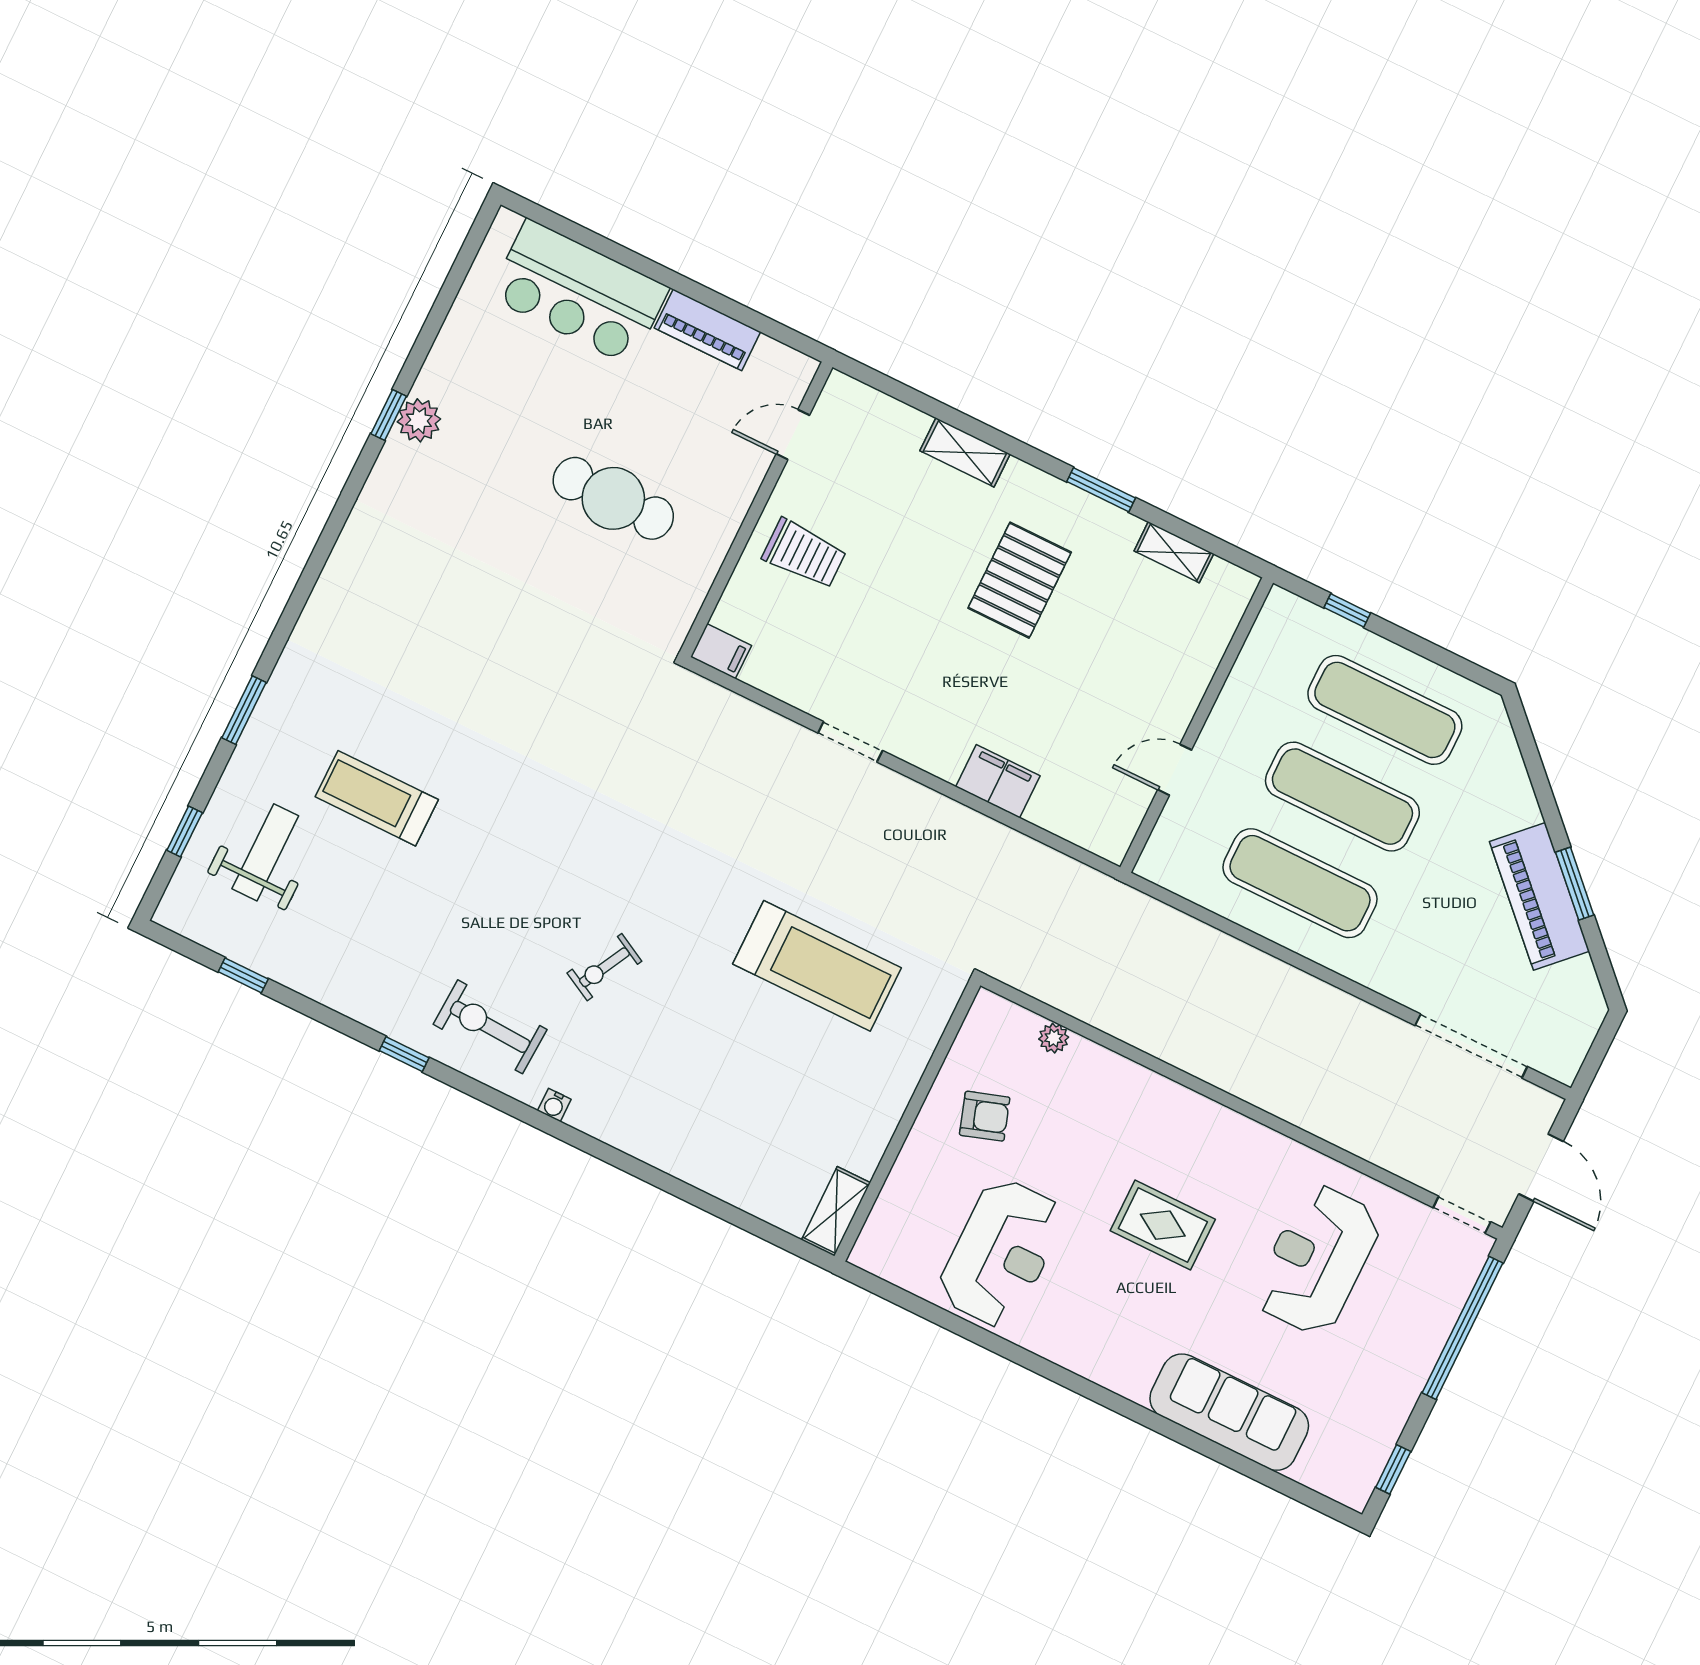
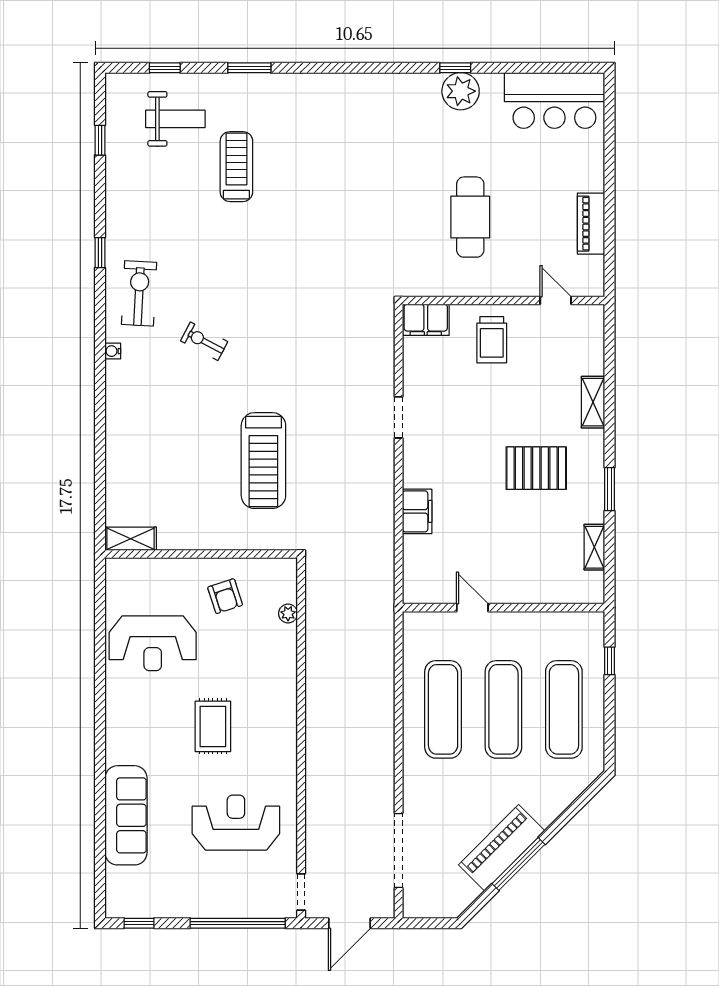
bar counter: (579, 292) -> (554, 100), moved, turned -90
plant: (419, 420) -> (461, 91), width x1.36, depth x1.36
filing cabinet: (721, 651) -> (426, 320), width x2.00
window: (1575, 884) -> (518, 864), width x1.44

